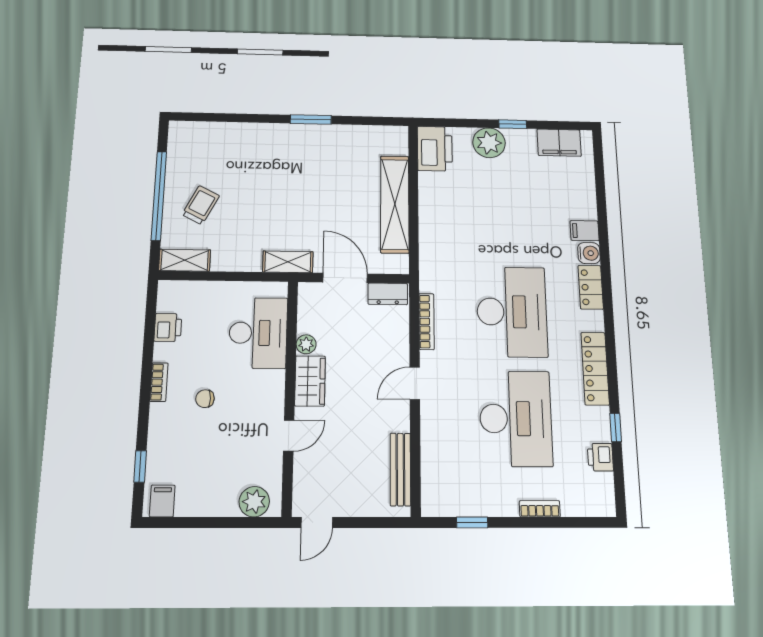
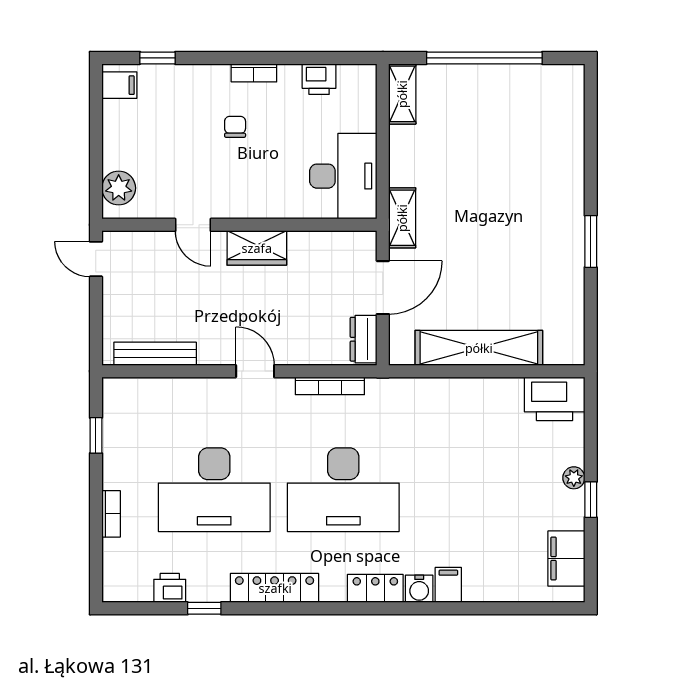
plant: (489, 143) -> (574, 478), width x0.53, depth x0.53
trolley: (201, 205) -> (473, 109), removed
desk: (258, 333) -> (343, 176), moved, turned -90
plant: (306, 344) -> (300, 242), removed

